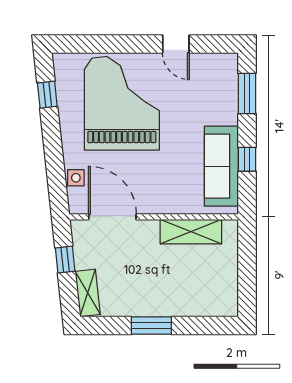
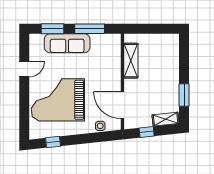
window: (247, 159) -> (90, 29), width x2.17
sofa: (221, 166) -> (67, 43), moved
door: (112, 217) -> (122, 105), hinge flipped
window: (151, 325) -> (184, 95), moved

